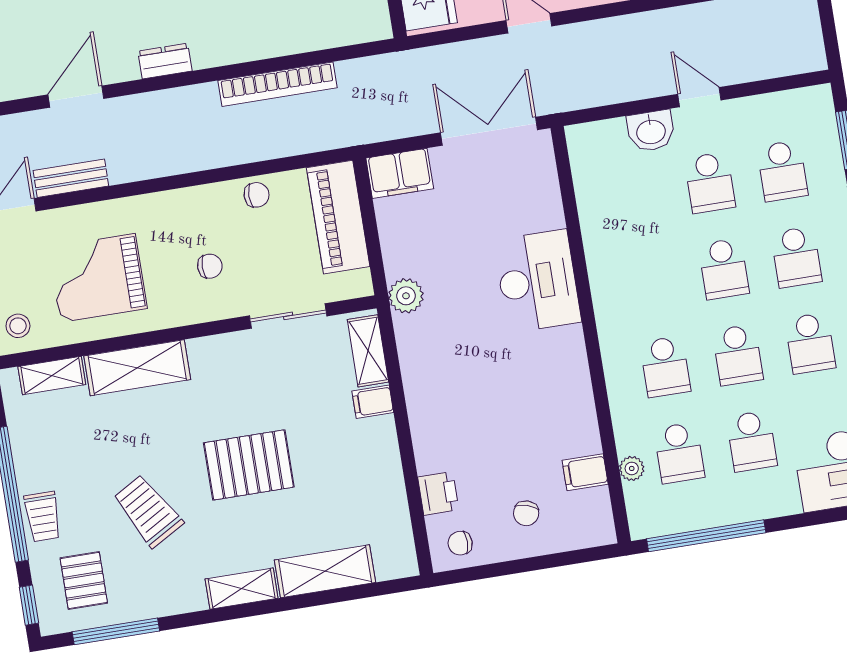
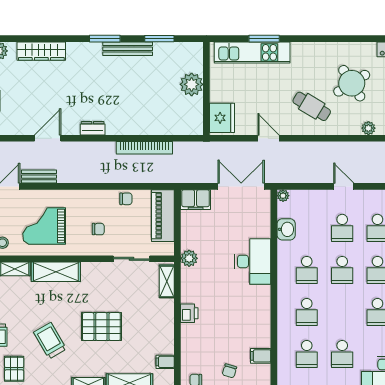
washbasin: (651, 131) -> (286, 229), moved, turned -90
school desk: (738, 355) -> (307, 270), moved
filing cabinet: (373, 402) -> (165, 362), moved
plant: (632, 468) -> (283, 196), moved
printer: (438, 493) -> (189, 313), moved

